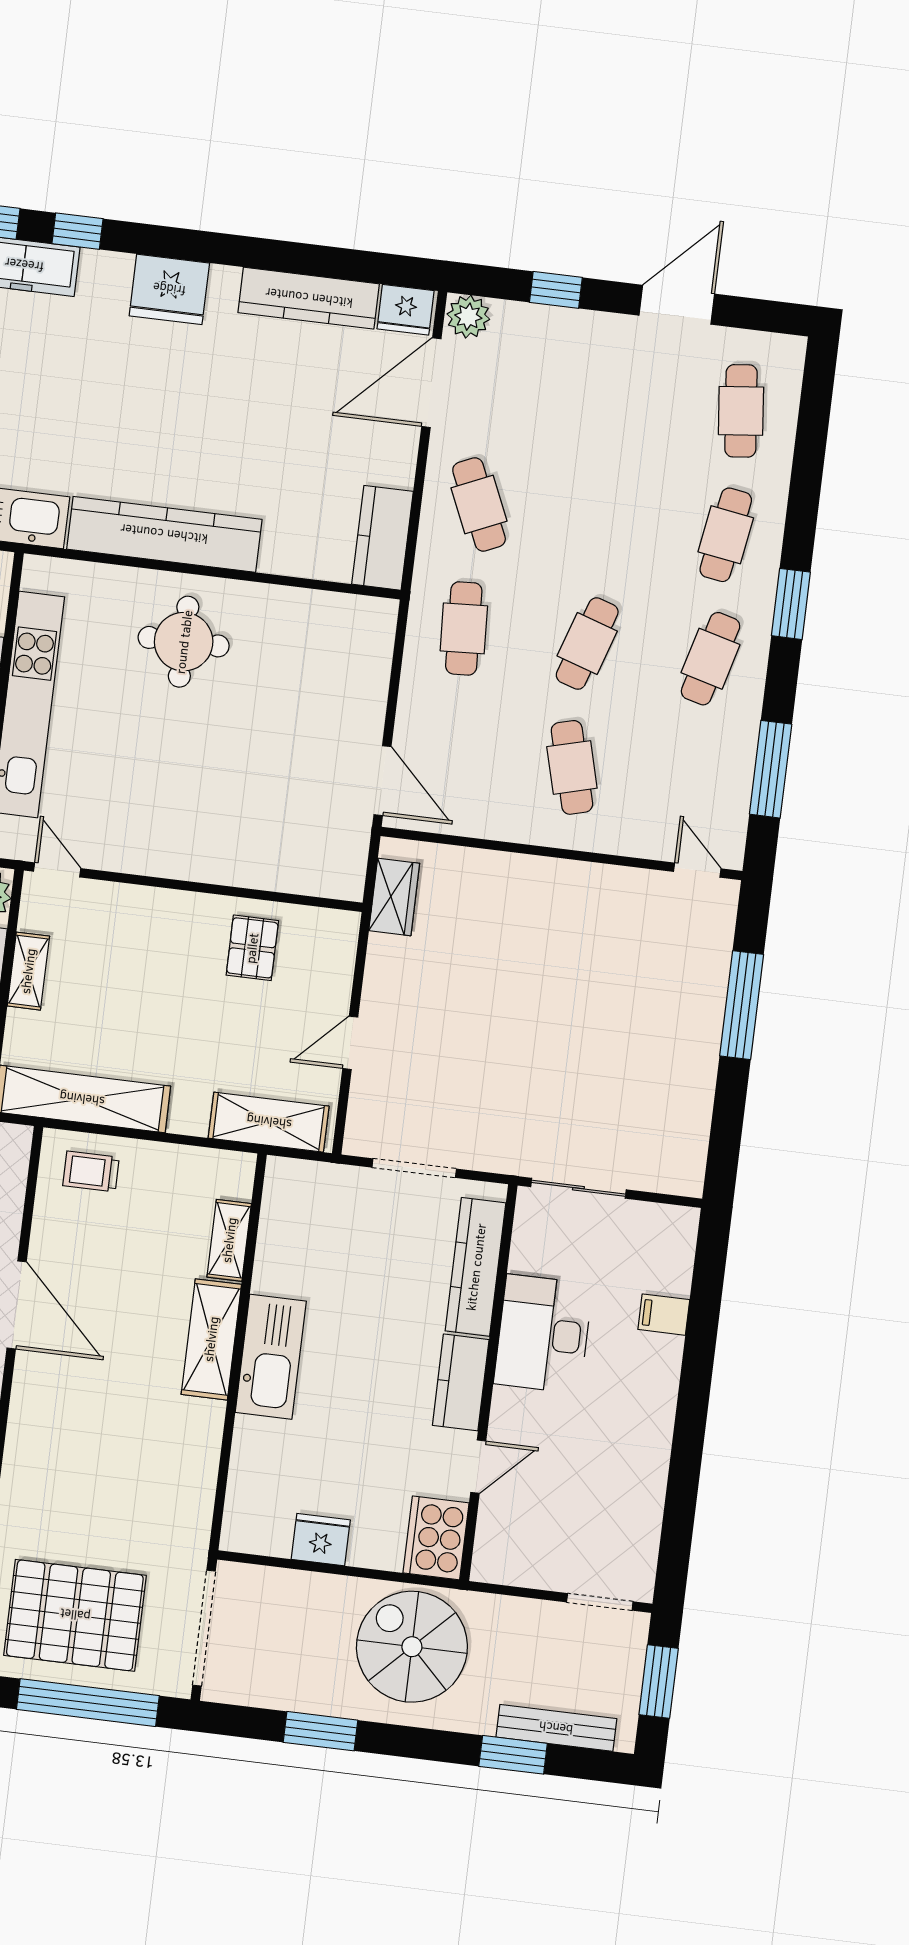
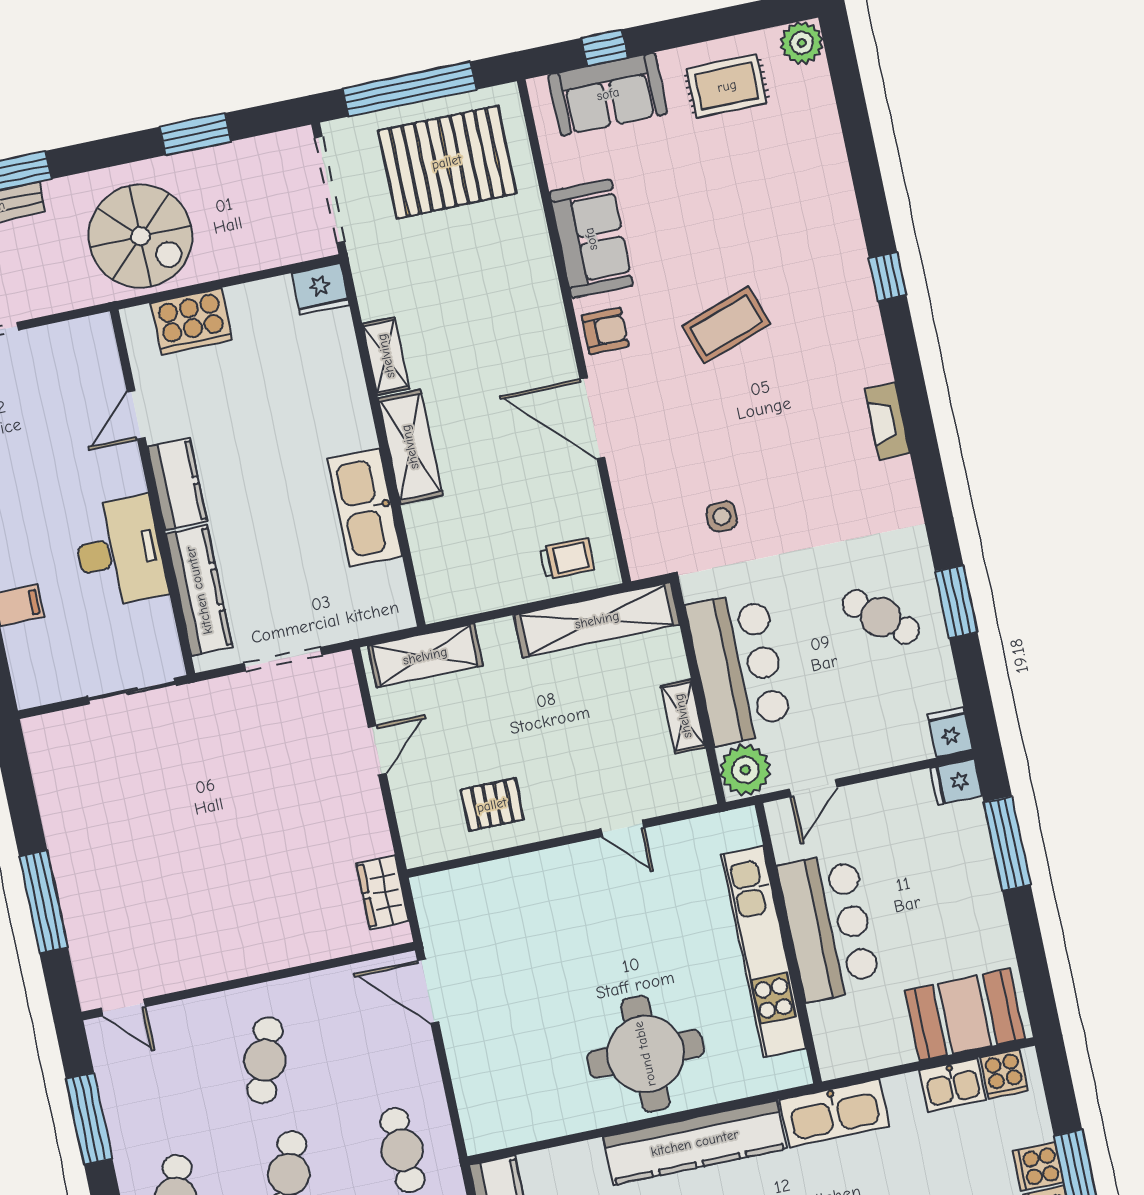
round table: (184, 642) -> (645, 1054), width x1.36, depth x1.36
cafe table: (572, 767) -> (265, 1060), turned 33
door: (57, 870) -> (622, 828), moved
pallet: (252, 948) -> (492, 805), turned 90
shelving: (229, 1240) -> (386, 356), moved
kitchen sink: (271, 1357) -> (365, 508), moved
cooker: (436, 1538) -> (192, 321), moved, turned 90
fridge: (321, 1540) -> (320, 289), moved

